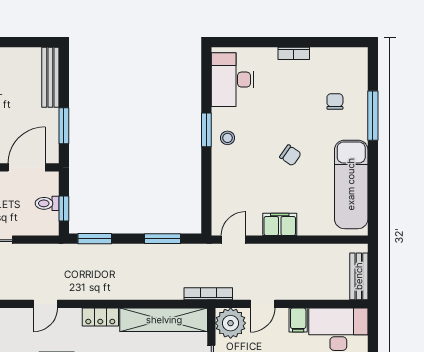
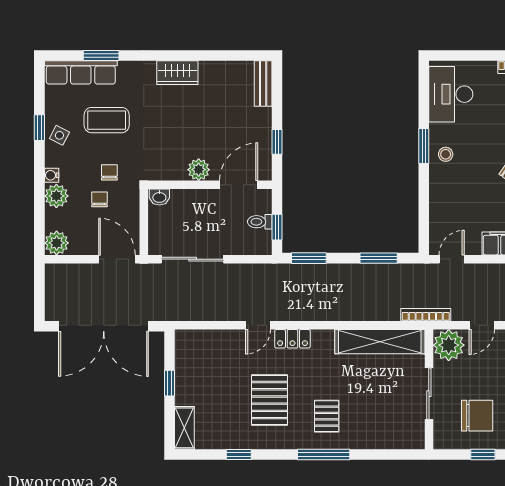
bench: (50, 77) -> (263, 84), width x0.73
window: (64, 126) -> (277, 142), width x0.67
locker: (100, 317) -> (292, 339), moved

